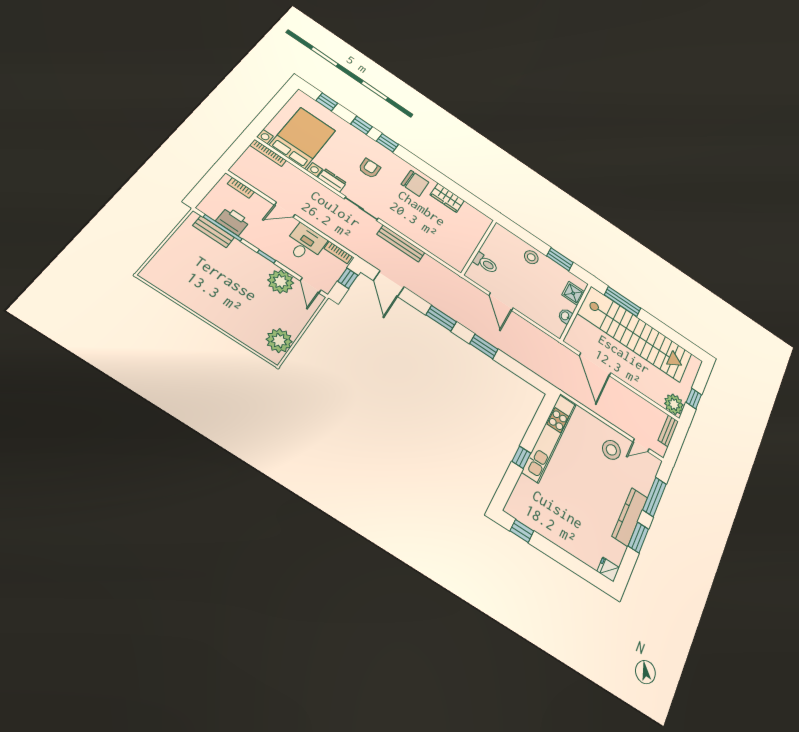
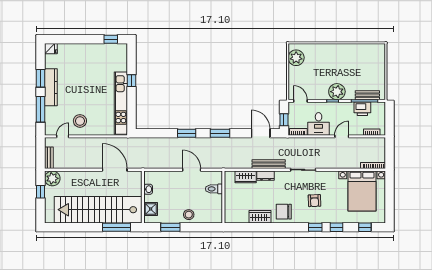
dresser: (332, 180) -> (265, 176), moved
wardrobe: (439, 249) -> (246, 177), added
plant: (281, 282) -> (337, 92), moved

